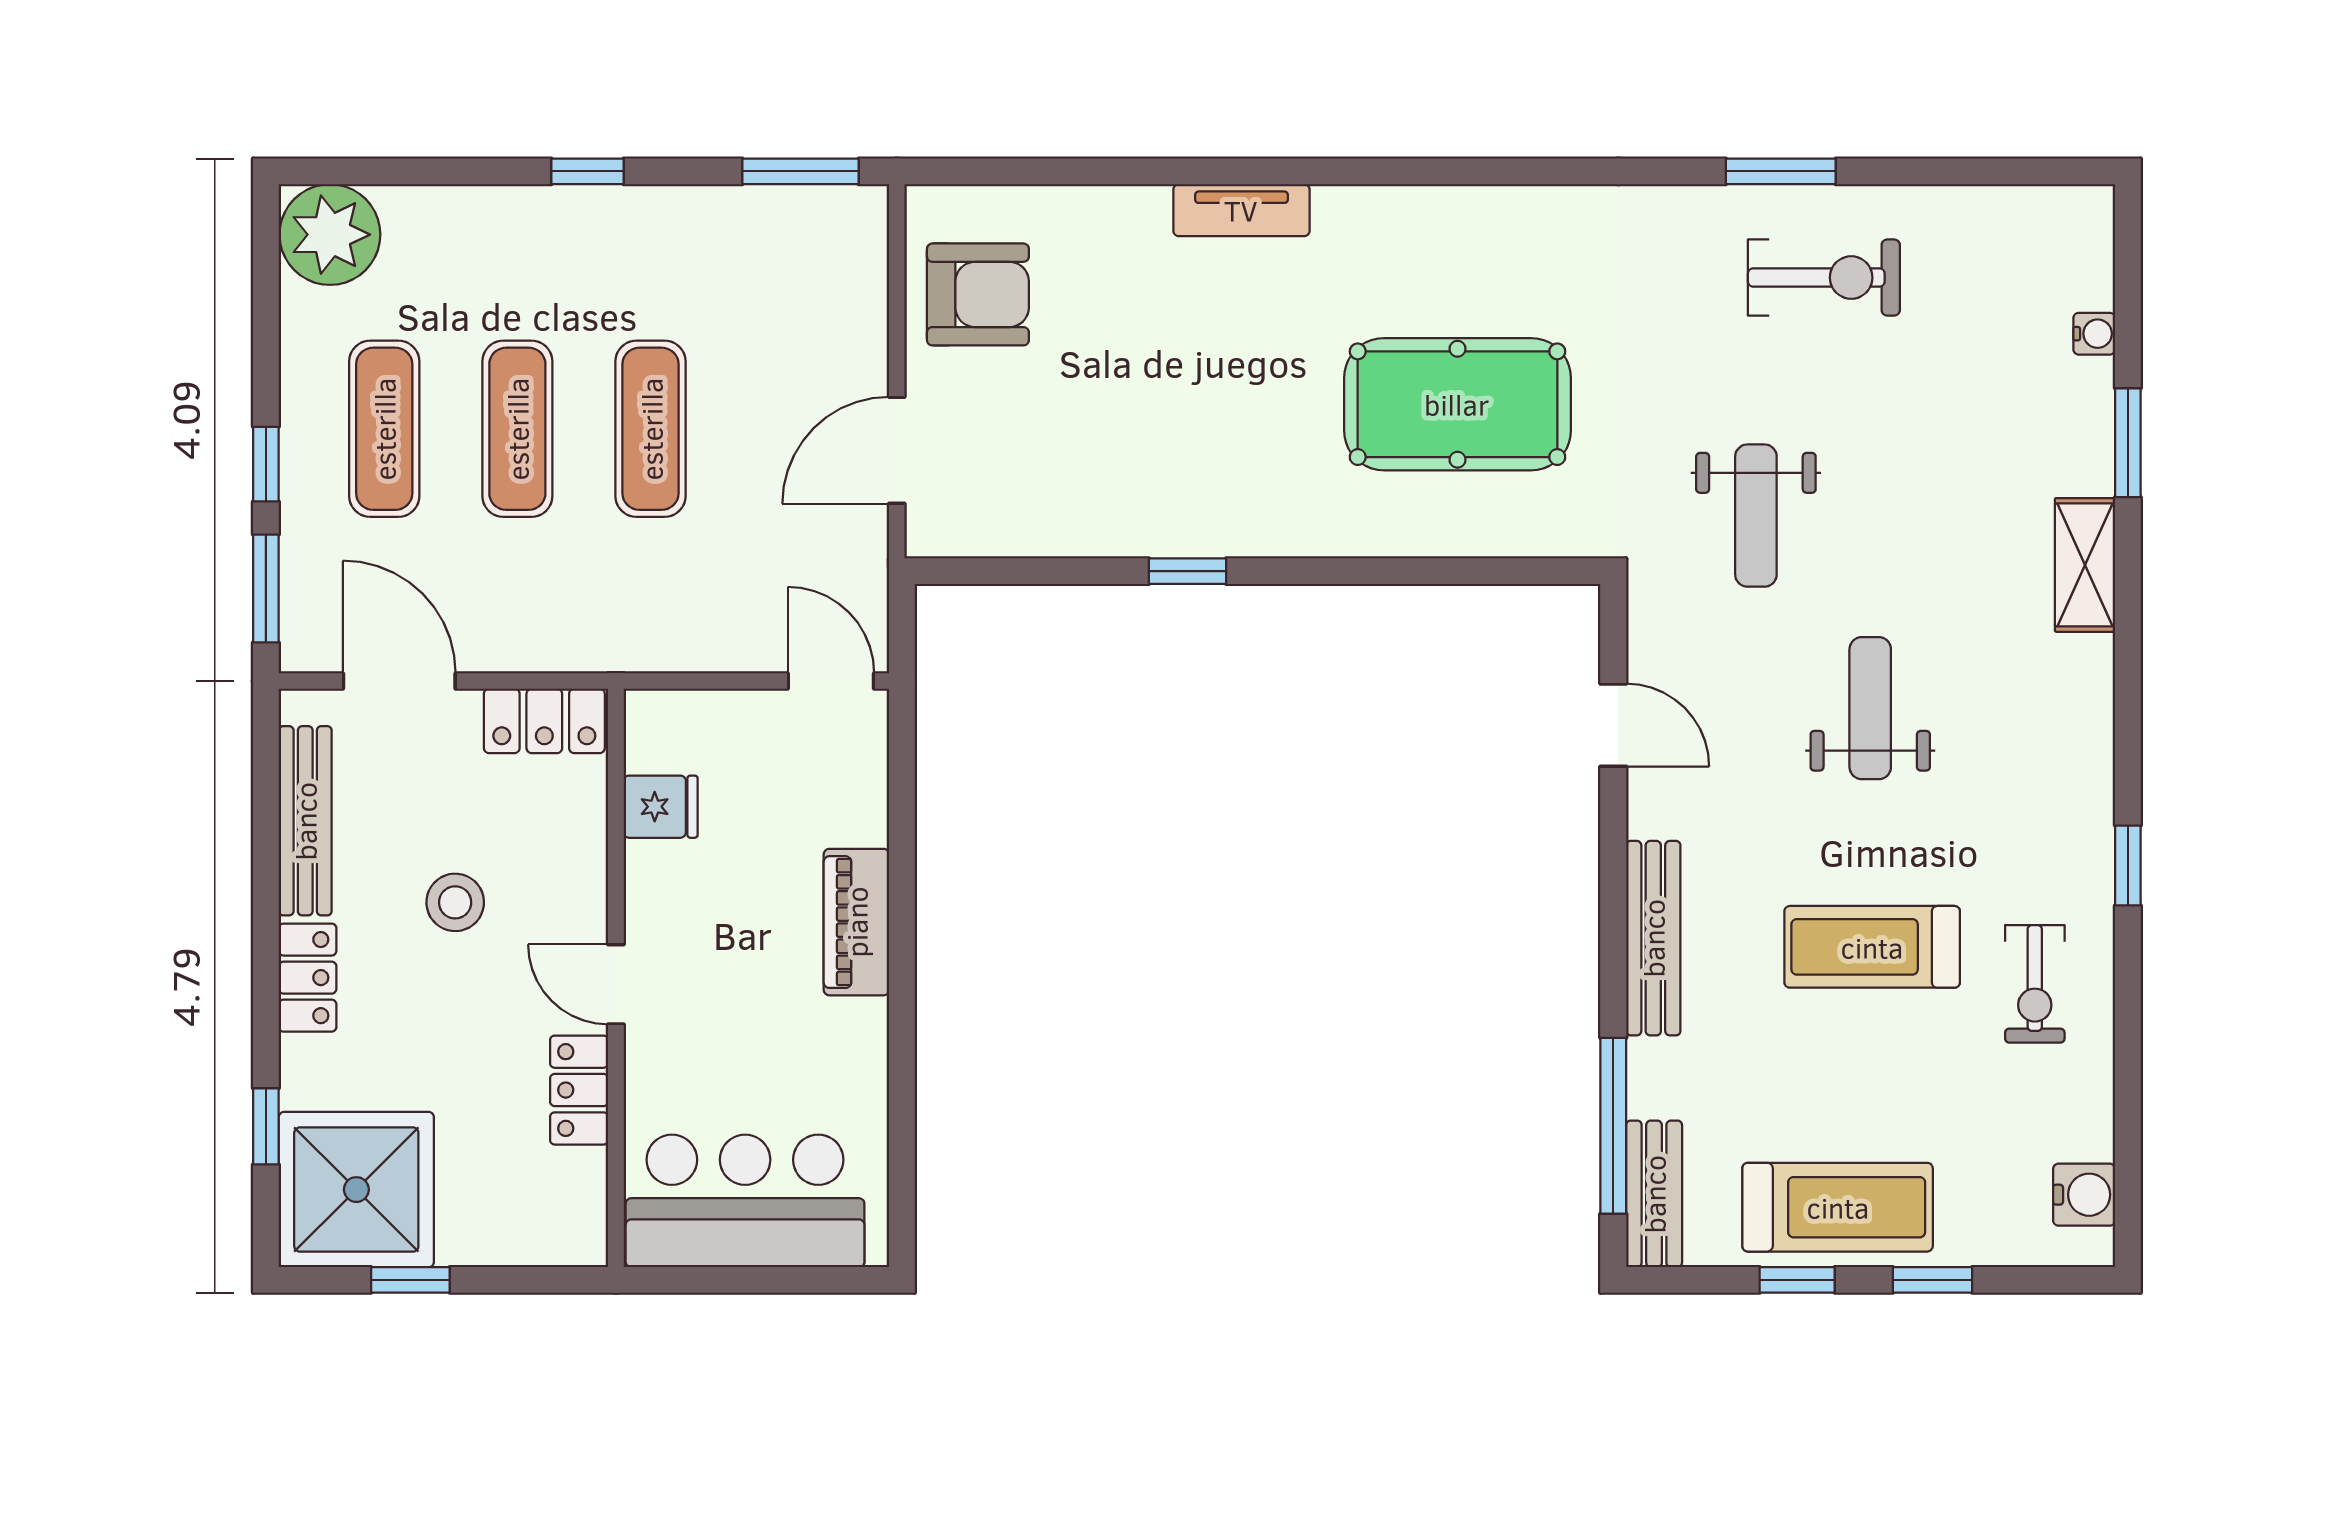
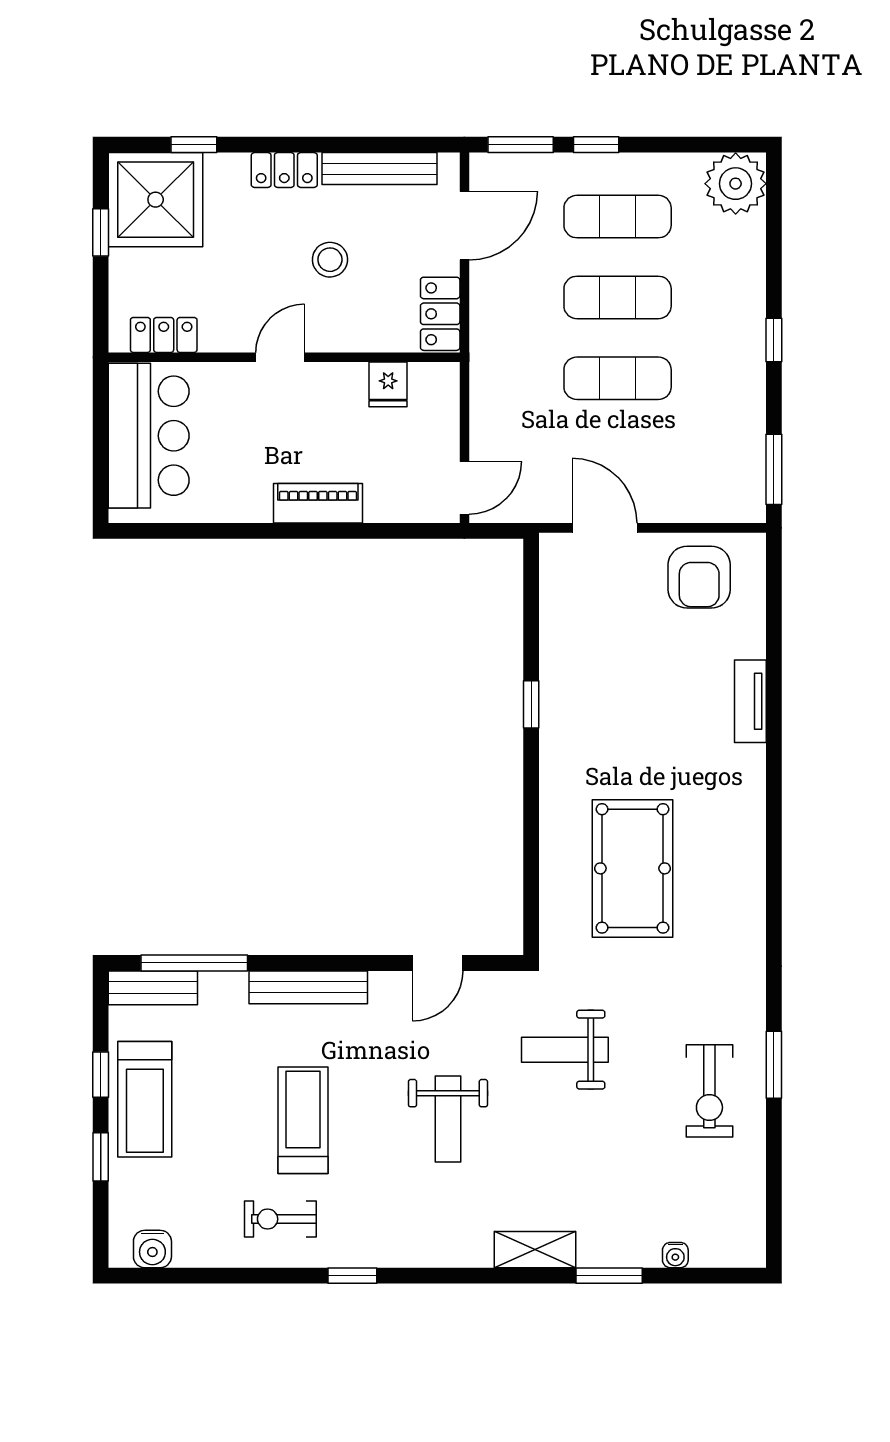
tv unit: (1241, 210) -> (750, 701), moved
weight bench: (1870, 708) -> (448, 1119), turned 90
locker: (579, 1090) -> (164, 335), moved

